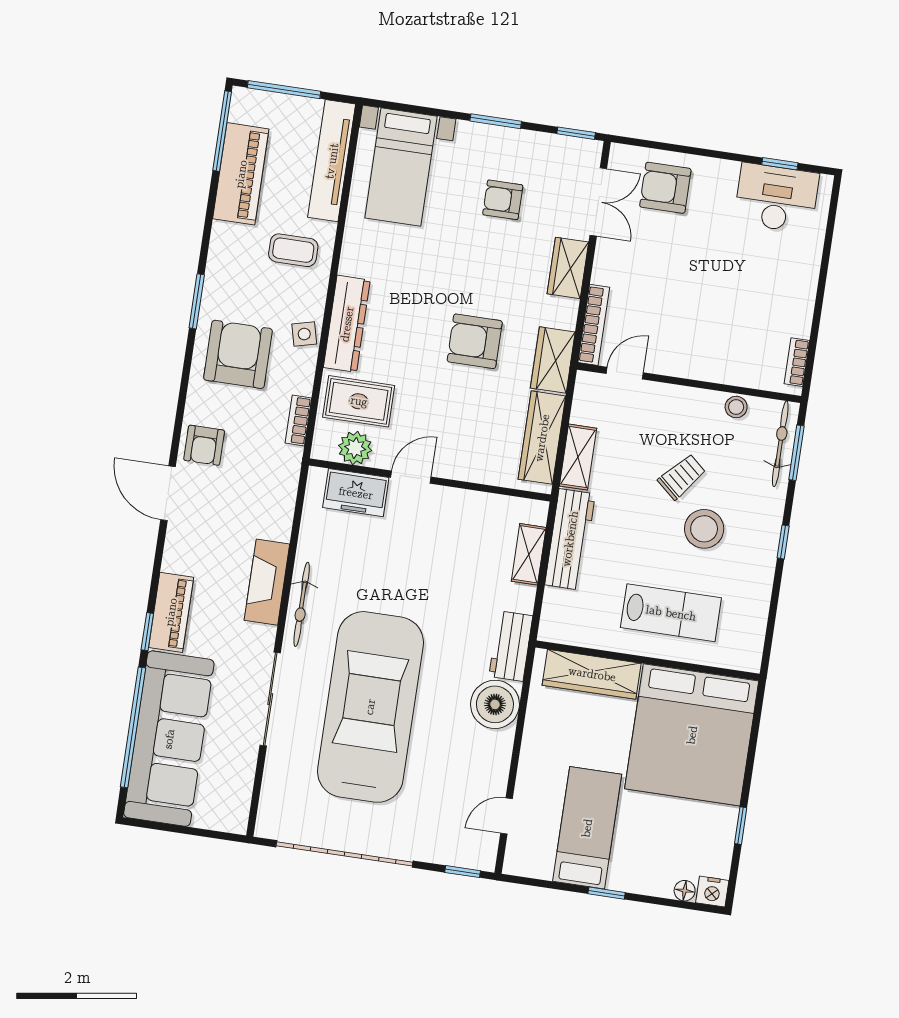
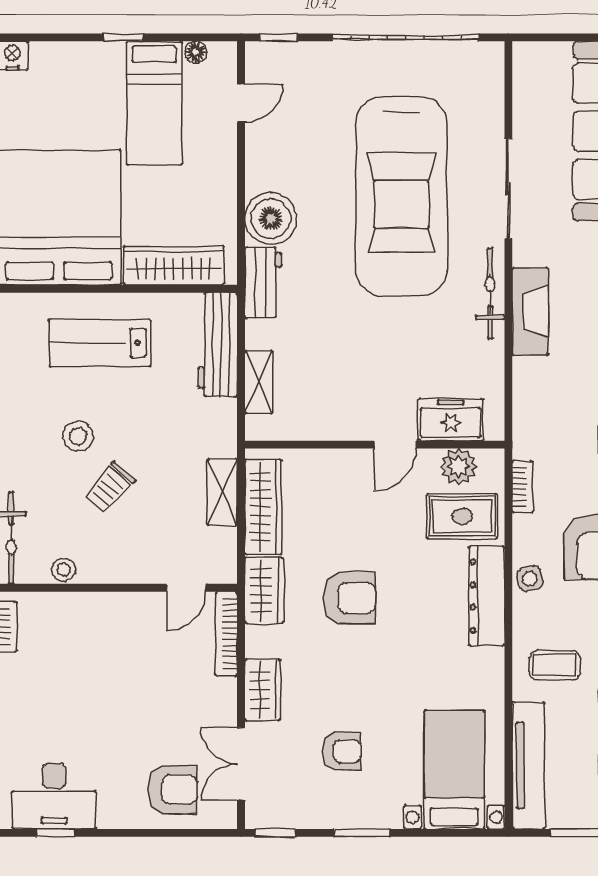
stool: (704, 529) -> (78, 436), width x0.73, depth x0.73
workbench: (570, 539) -> (218, 345), moved
floor lamp: (685, 891) -> (196, 52), moved

